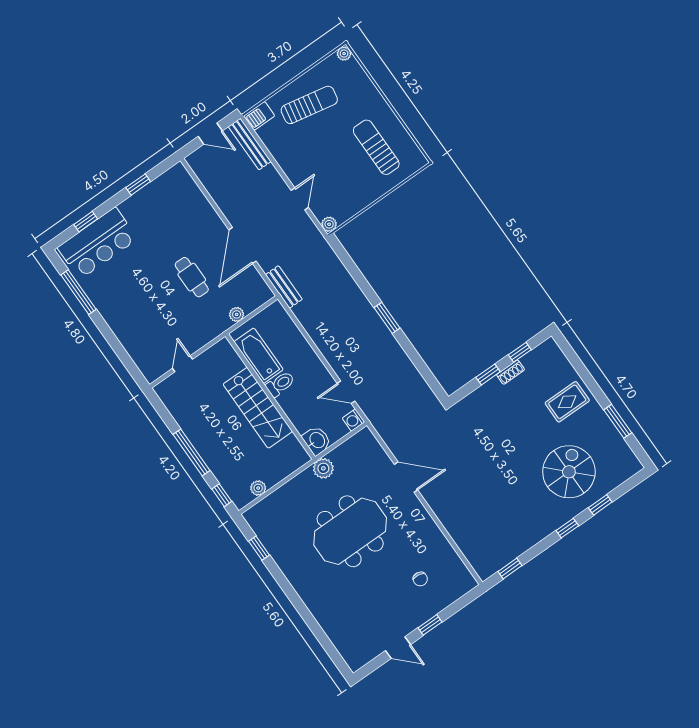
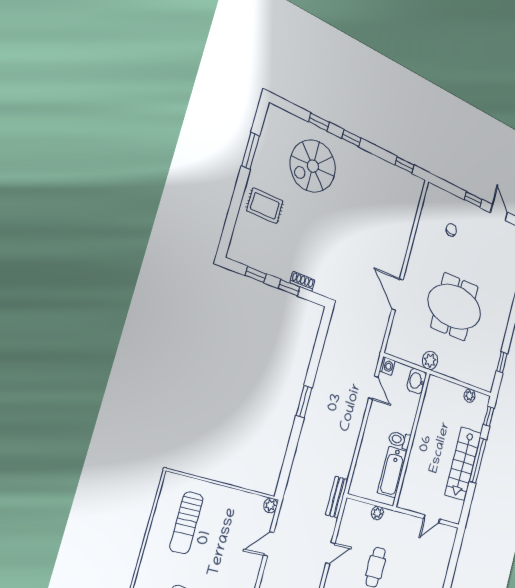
door: (243, 246) -> (330, 553), width x0.53
shoe rack: (511, 372) -> (302, 281), moved
stairs: (258, 408) -> (463, 464), moved, turned 180

